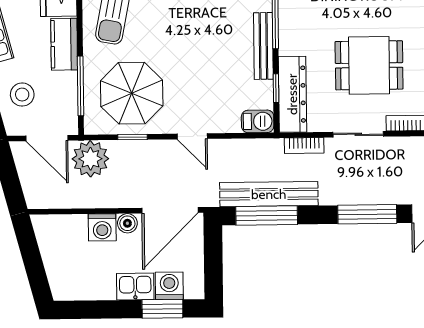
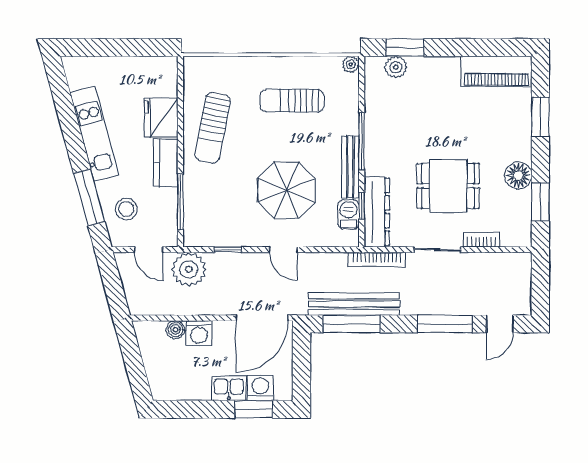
parasol: (132, 93) -> (286, 190), moved
barbecue: (258, 121) -> (348, 214), moved, turned -90
door: (47, 138) -> (149, 250), width x0.73
bookcase: (304, 146) -> (377, 260), width x1.56
boiler: (127, 223) -> (176, 330), moved

